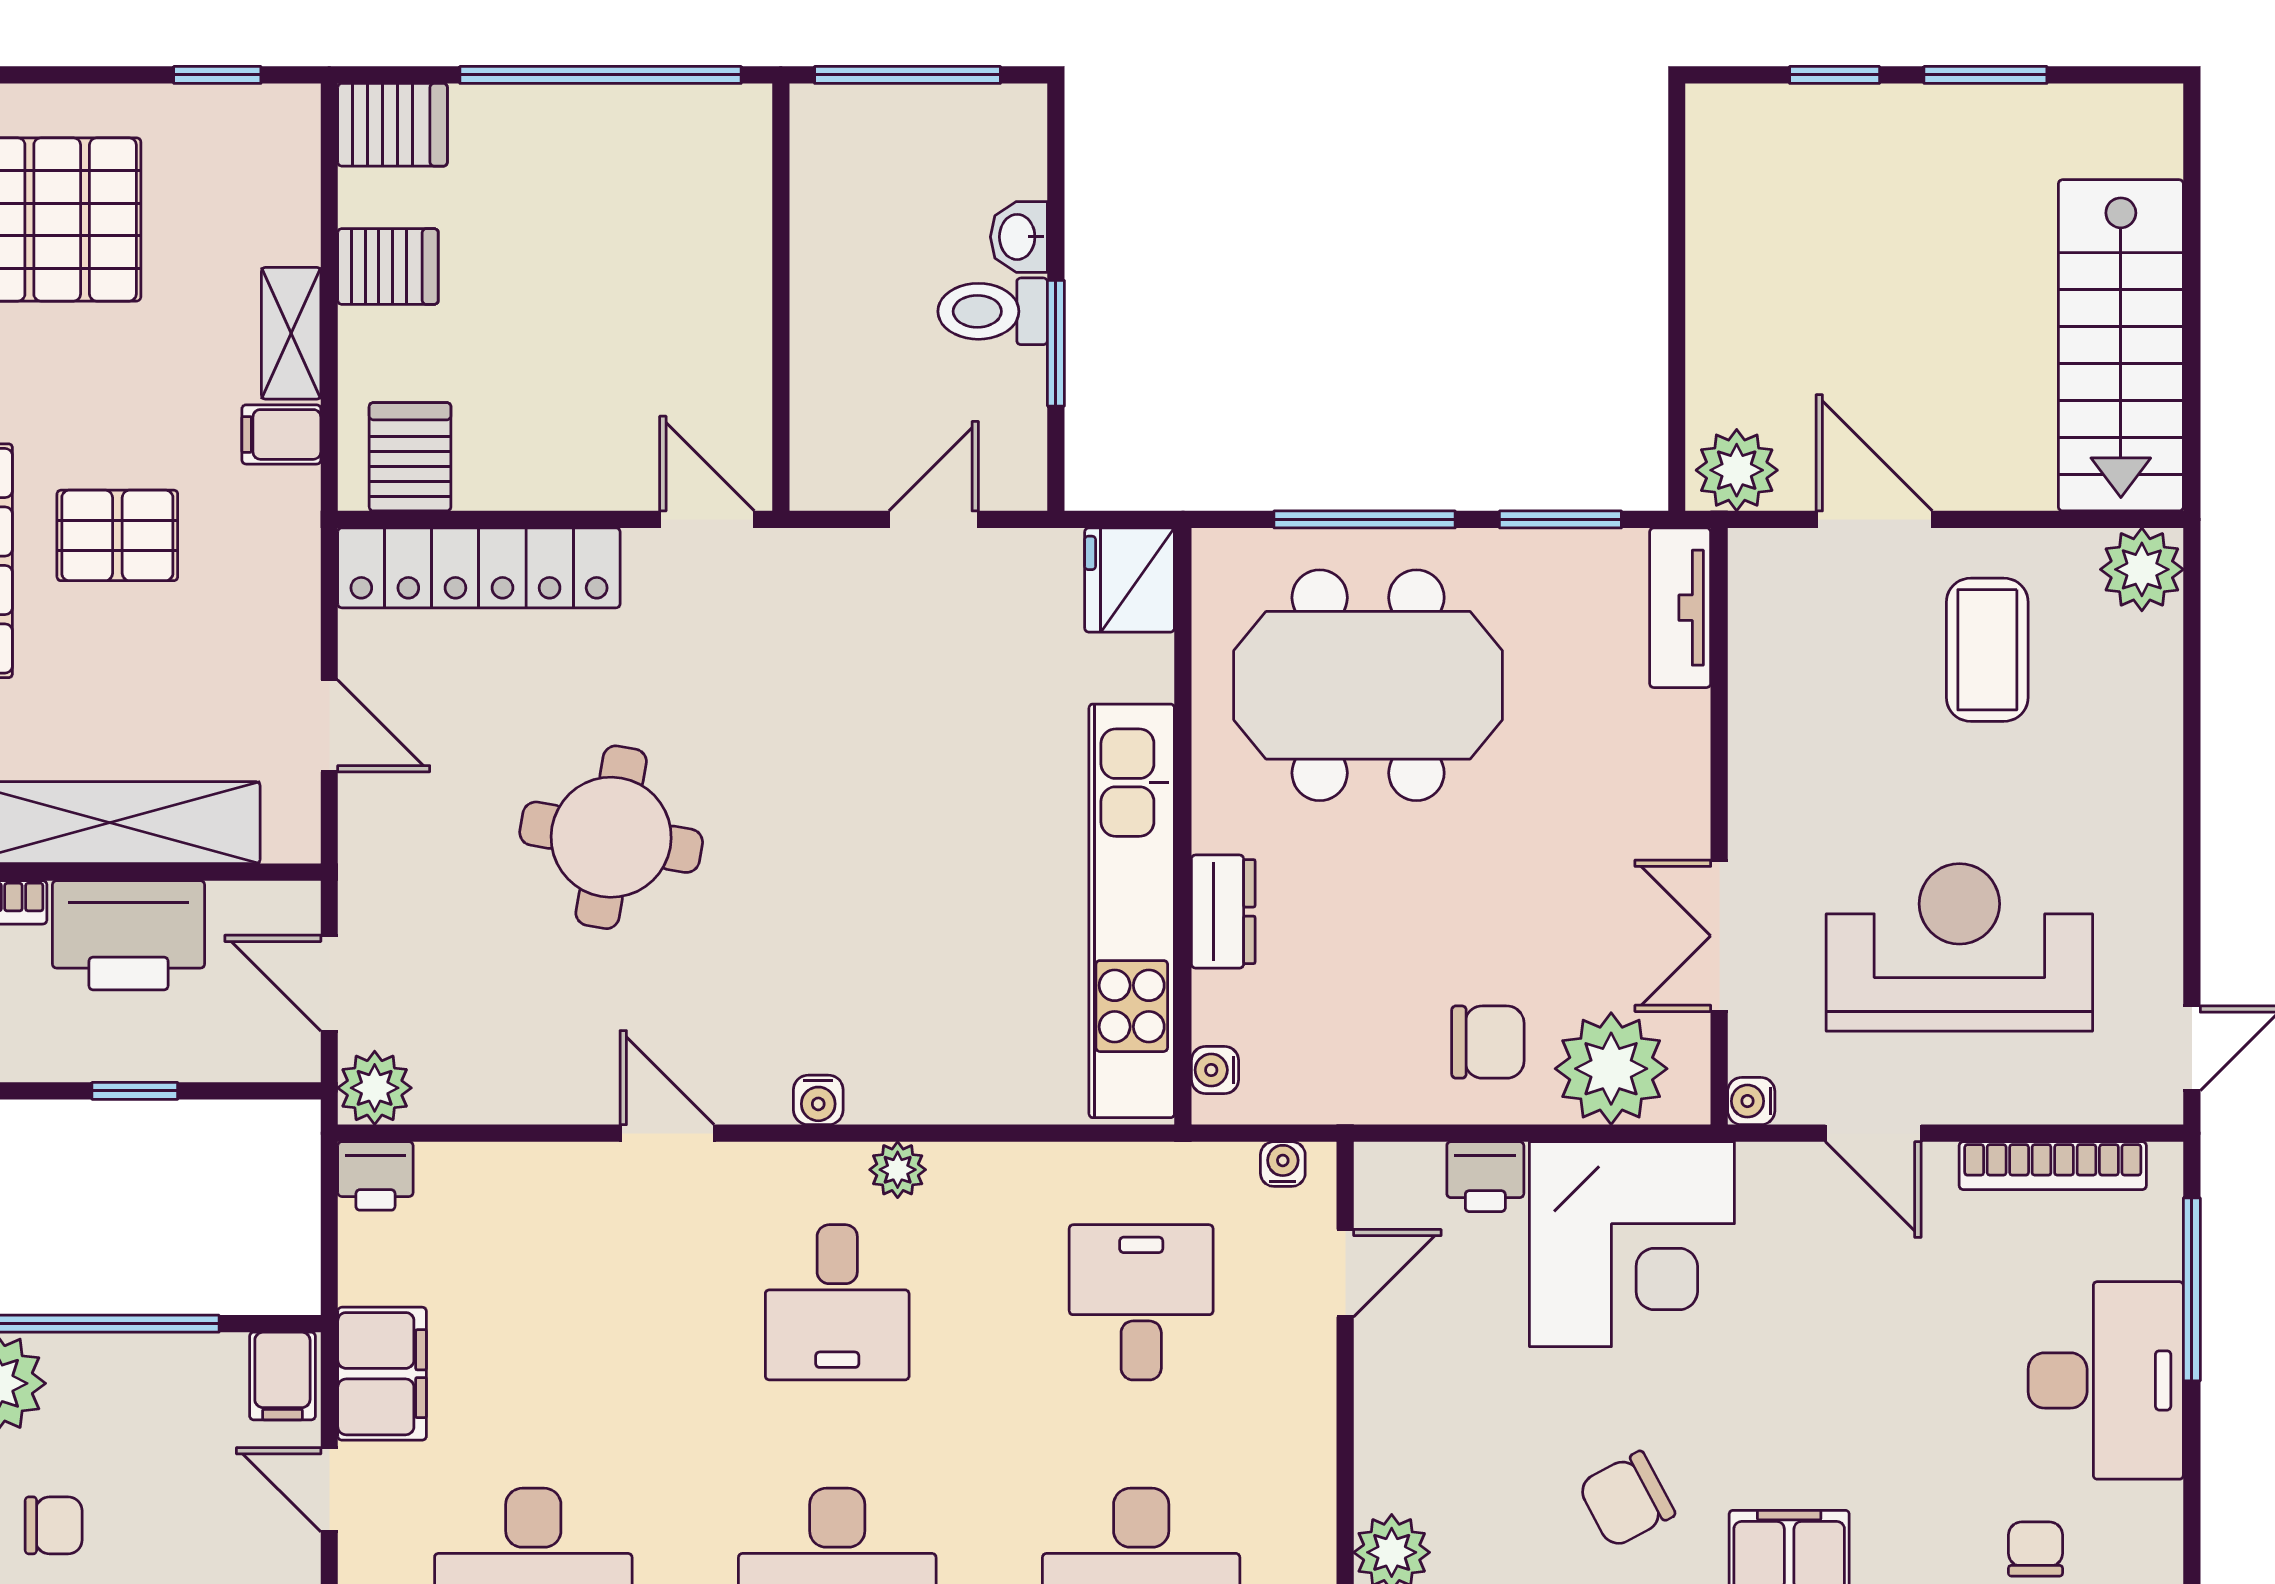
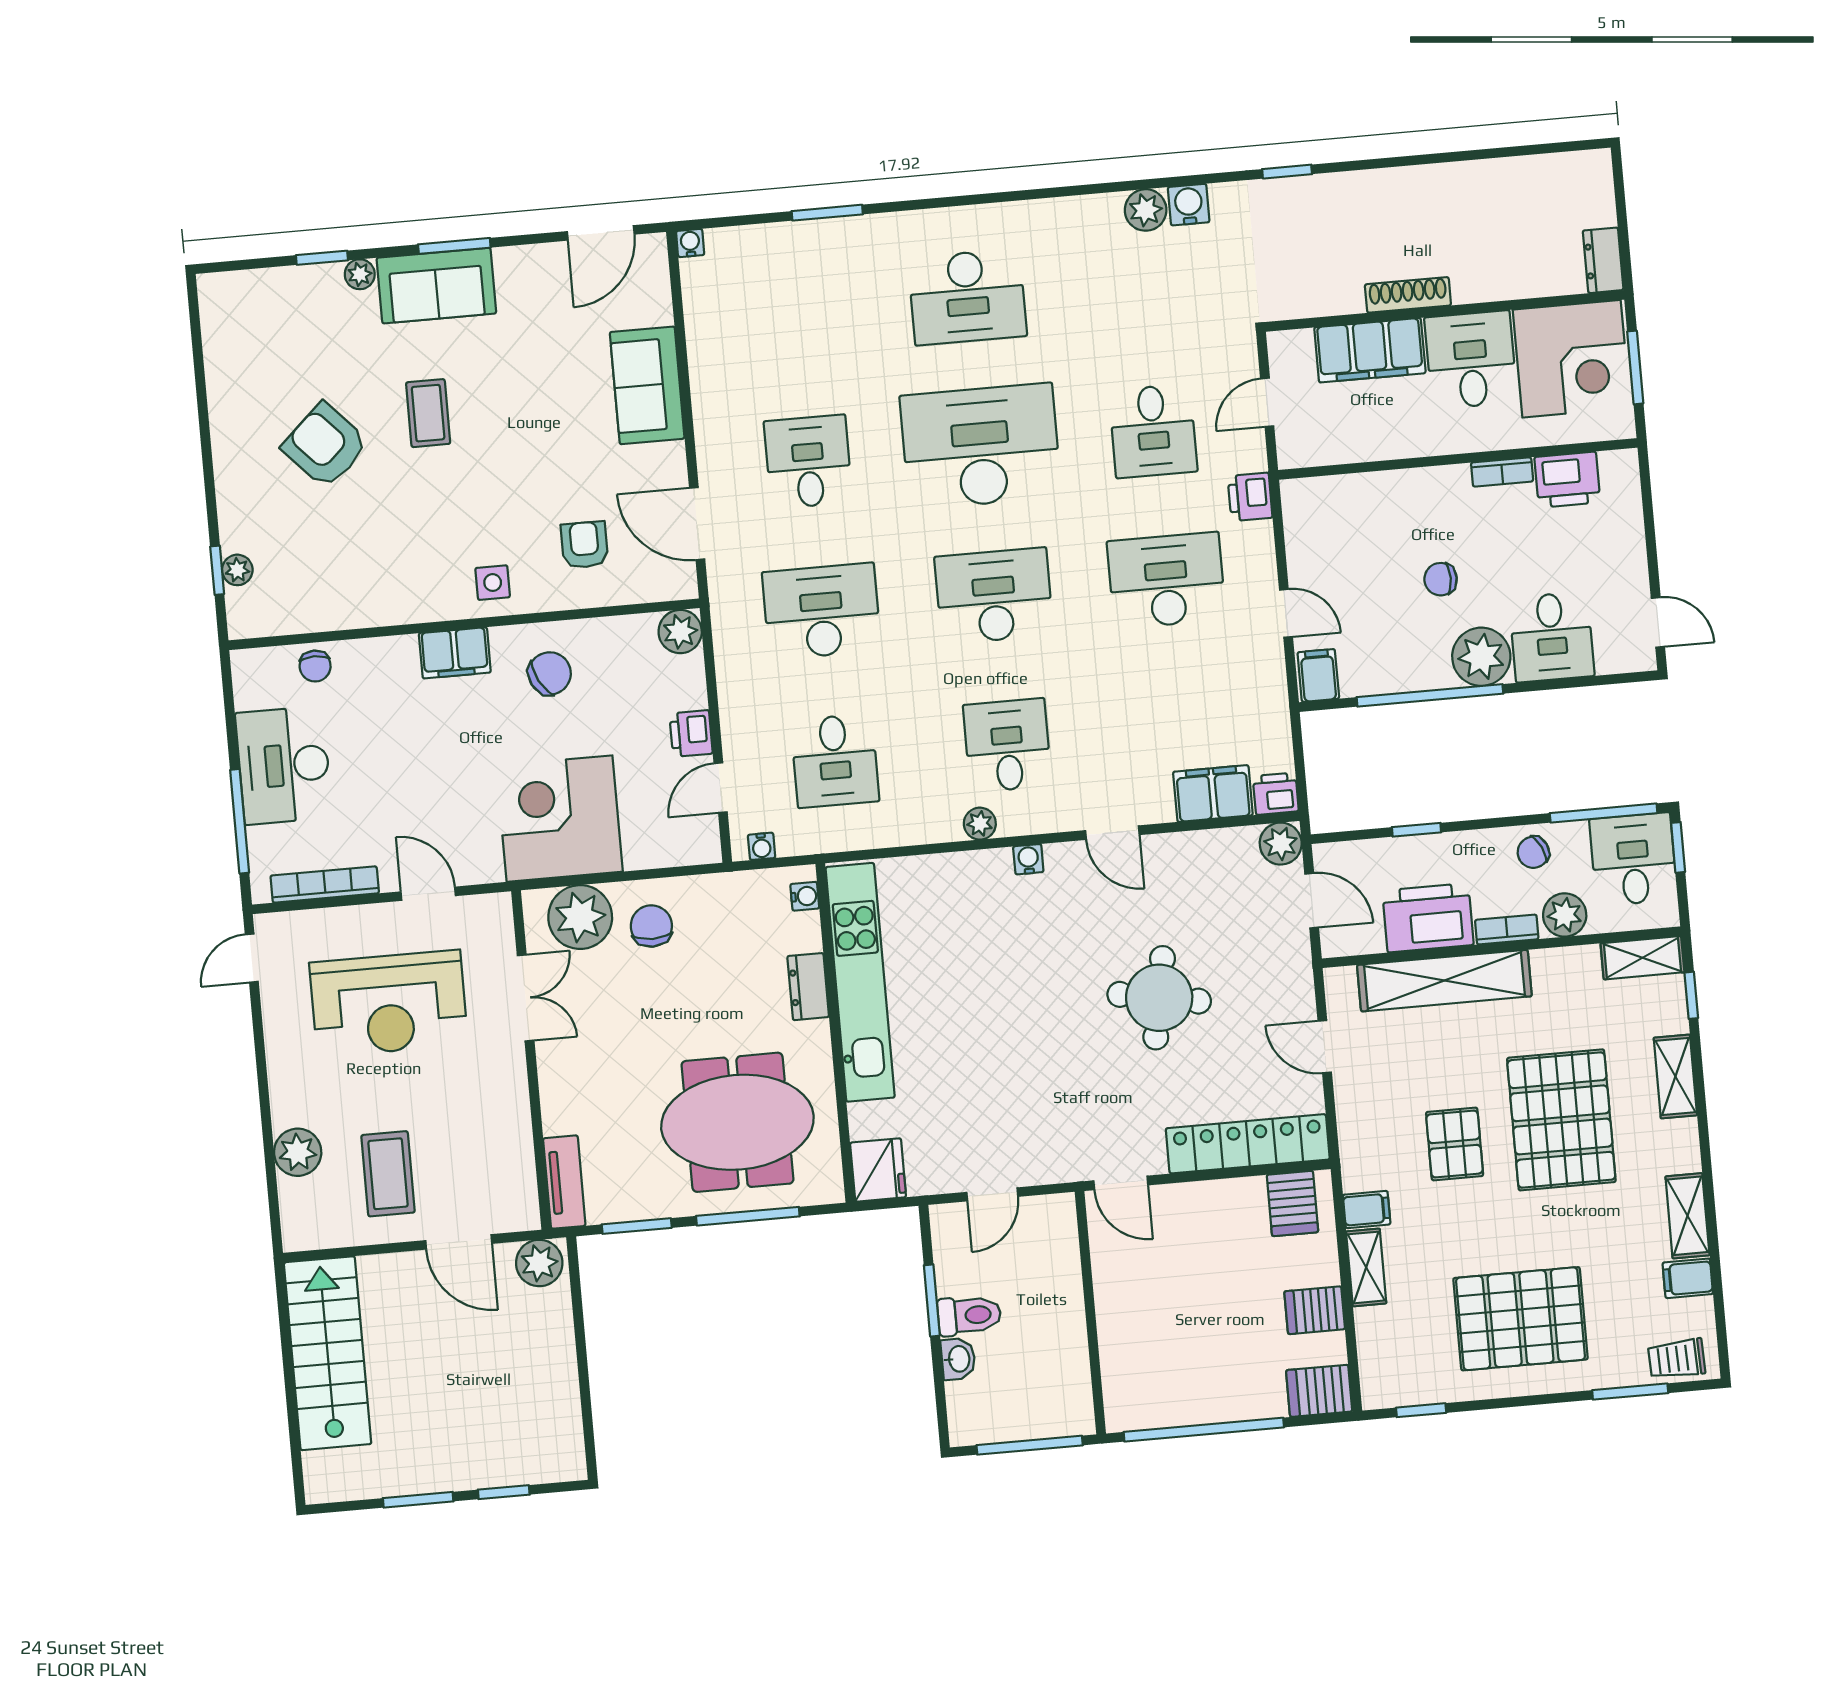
pallet: (117, 535) -> (1455, 1144), turned 90
plant: (2142, 569) -> (298, 1152), moved
chair: (1488, 1042) -> (651, 926), turned 90
water cooler: (1751, 1101) -> (499, 906), removed
printer: (1485, 1177) -> (691, 734), moved, turned -90
filing cabinet: (382, 1374) -> (1213, 794), moved, turned 90

